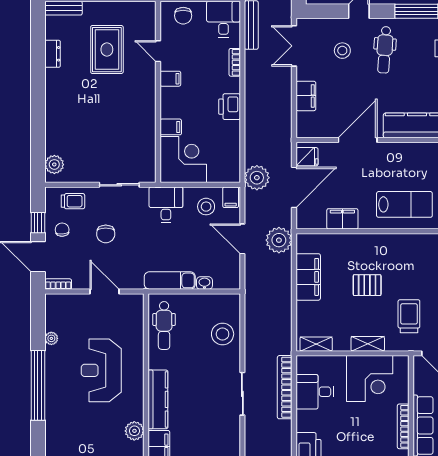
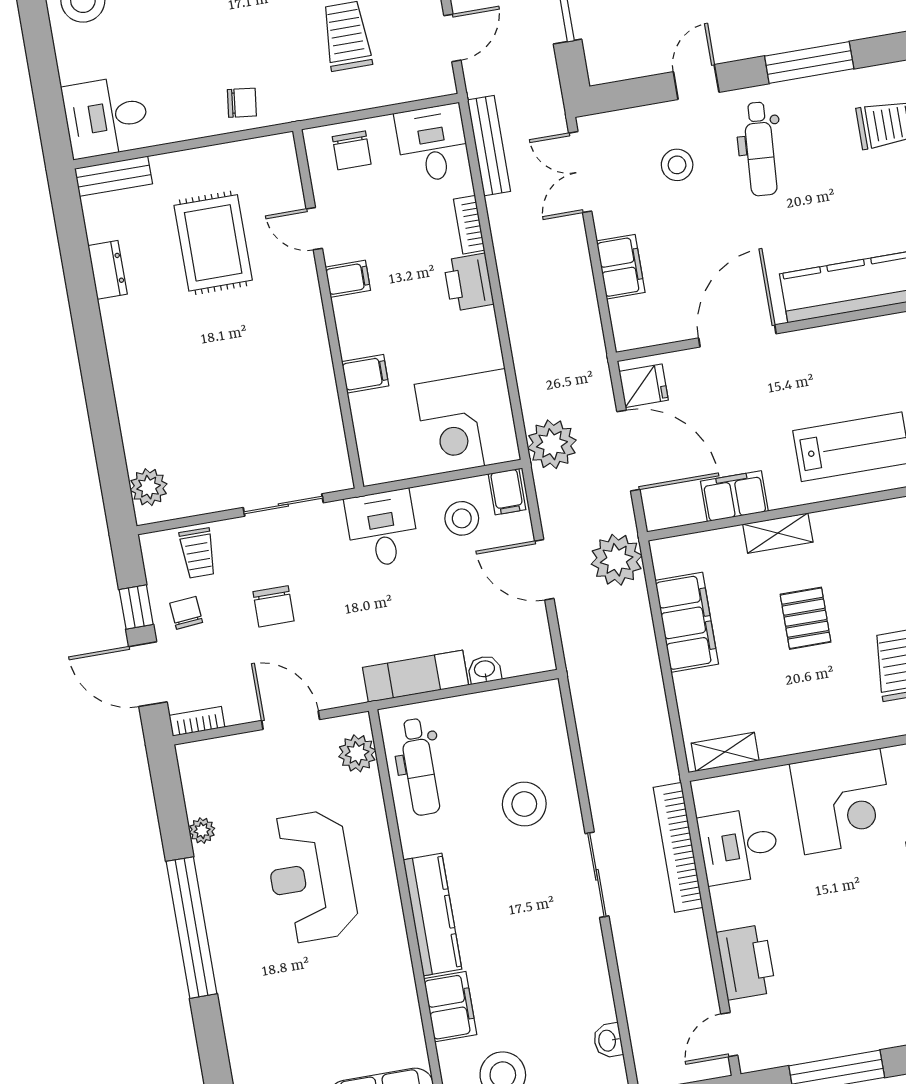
printer: (230, 107) -> (469, 282), moved
corner desk: (183, 160) -> (468, 422), moved, turned 180
door: (294, 187) -> (628, 451), hinge flipped
trolley: (73, 201) -> (198, 553), turned 90
pallet: (367, 285) -> (806, 618), turned 90
stool: (223, 334) -> (524, 804), moved
shelving: (368, 344) -> (778, 533), moved
plant: (134, 431) -> (357, 753), moved

